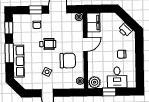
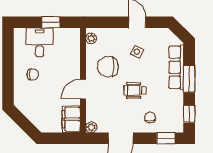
window: (36, 10) -> (166, 138), moved
printer: (125, 30) -> (27, 108), removed
plant: (95, 82) -> (71, 36), removed

